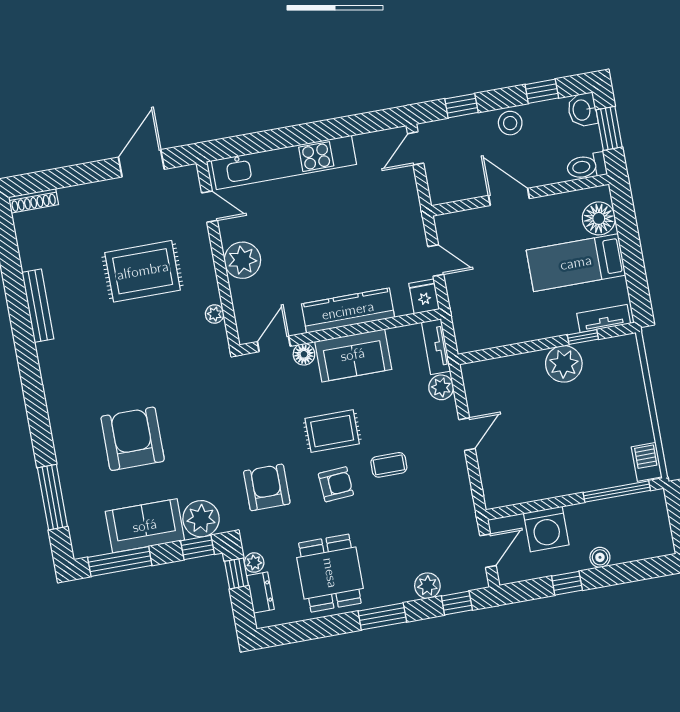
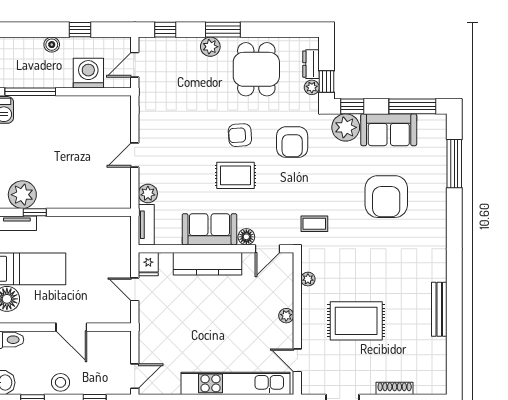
shoe rack: (33, 201) -> (395, 388), moved
plant: (242, 260) -> (286, 316), width x0.53, depth x0.53
plant: (564, 364) -> (22, 195), moved
coffee table: (389, 465) -> (314, 224), moved
plant: (427, 586) -> (210, 47), moved

